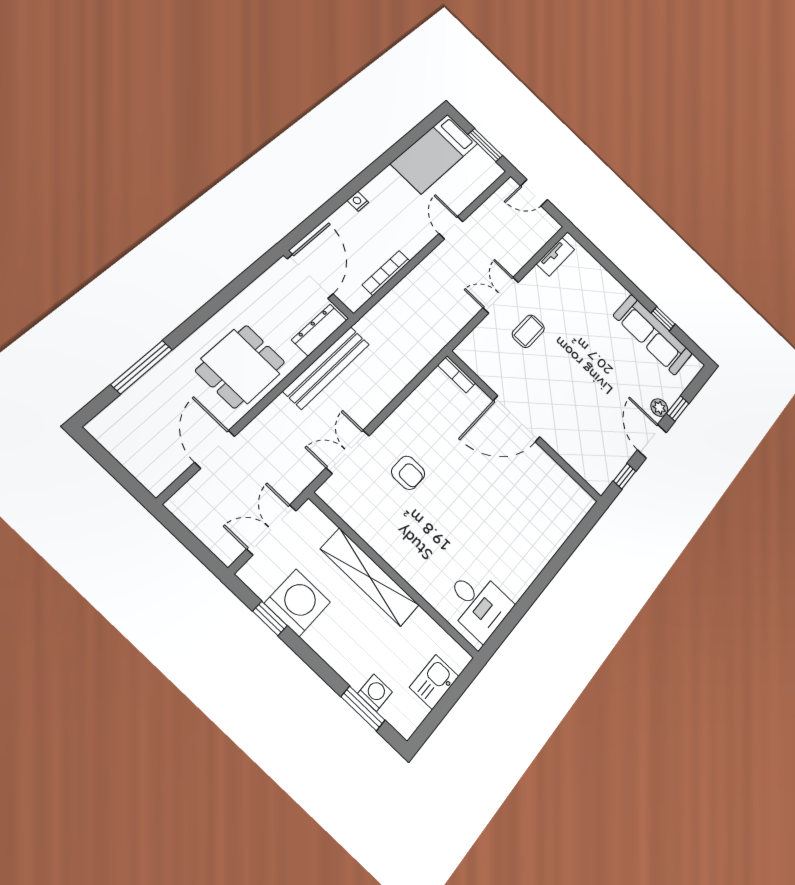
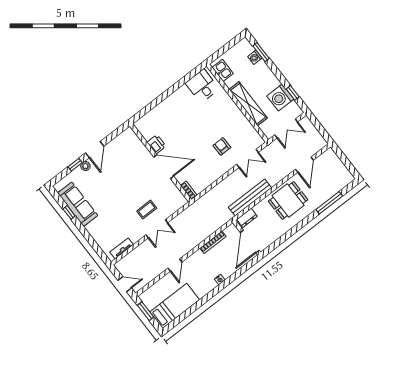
dresser: (319, 330) -> (247, 218), width x0.70
printer: (541, 464) -> (156, 144), added
window: (625, 476) -> (115, 134), removed
kitchen sink: (434, 682) -> (223, 70), moved, turned -90

